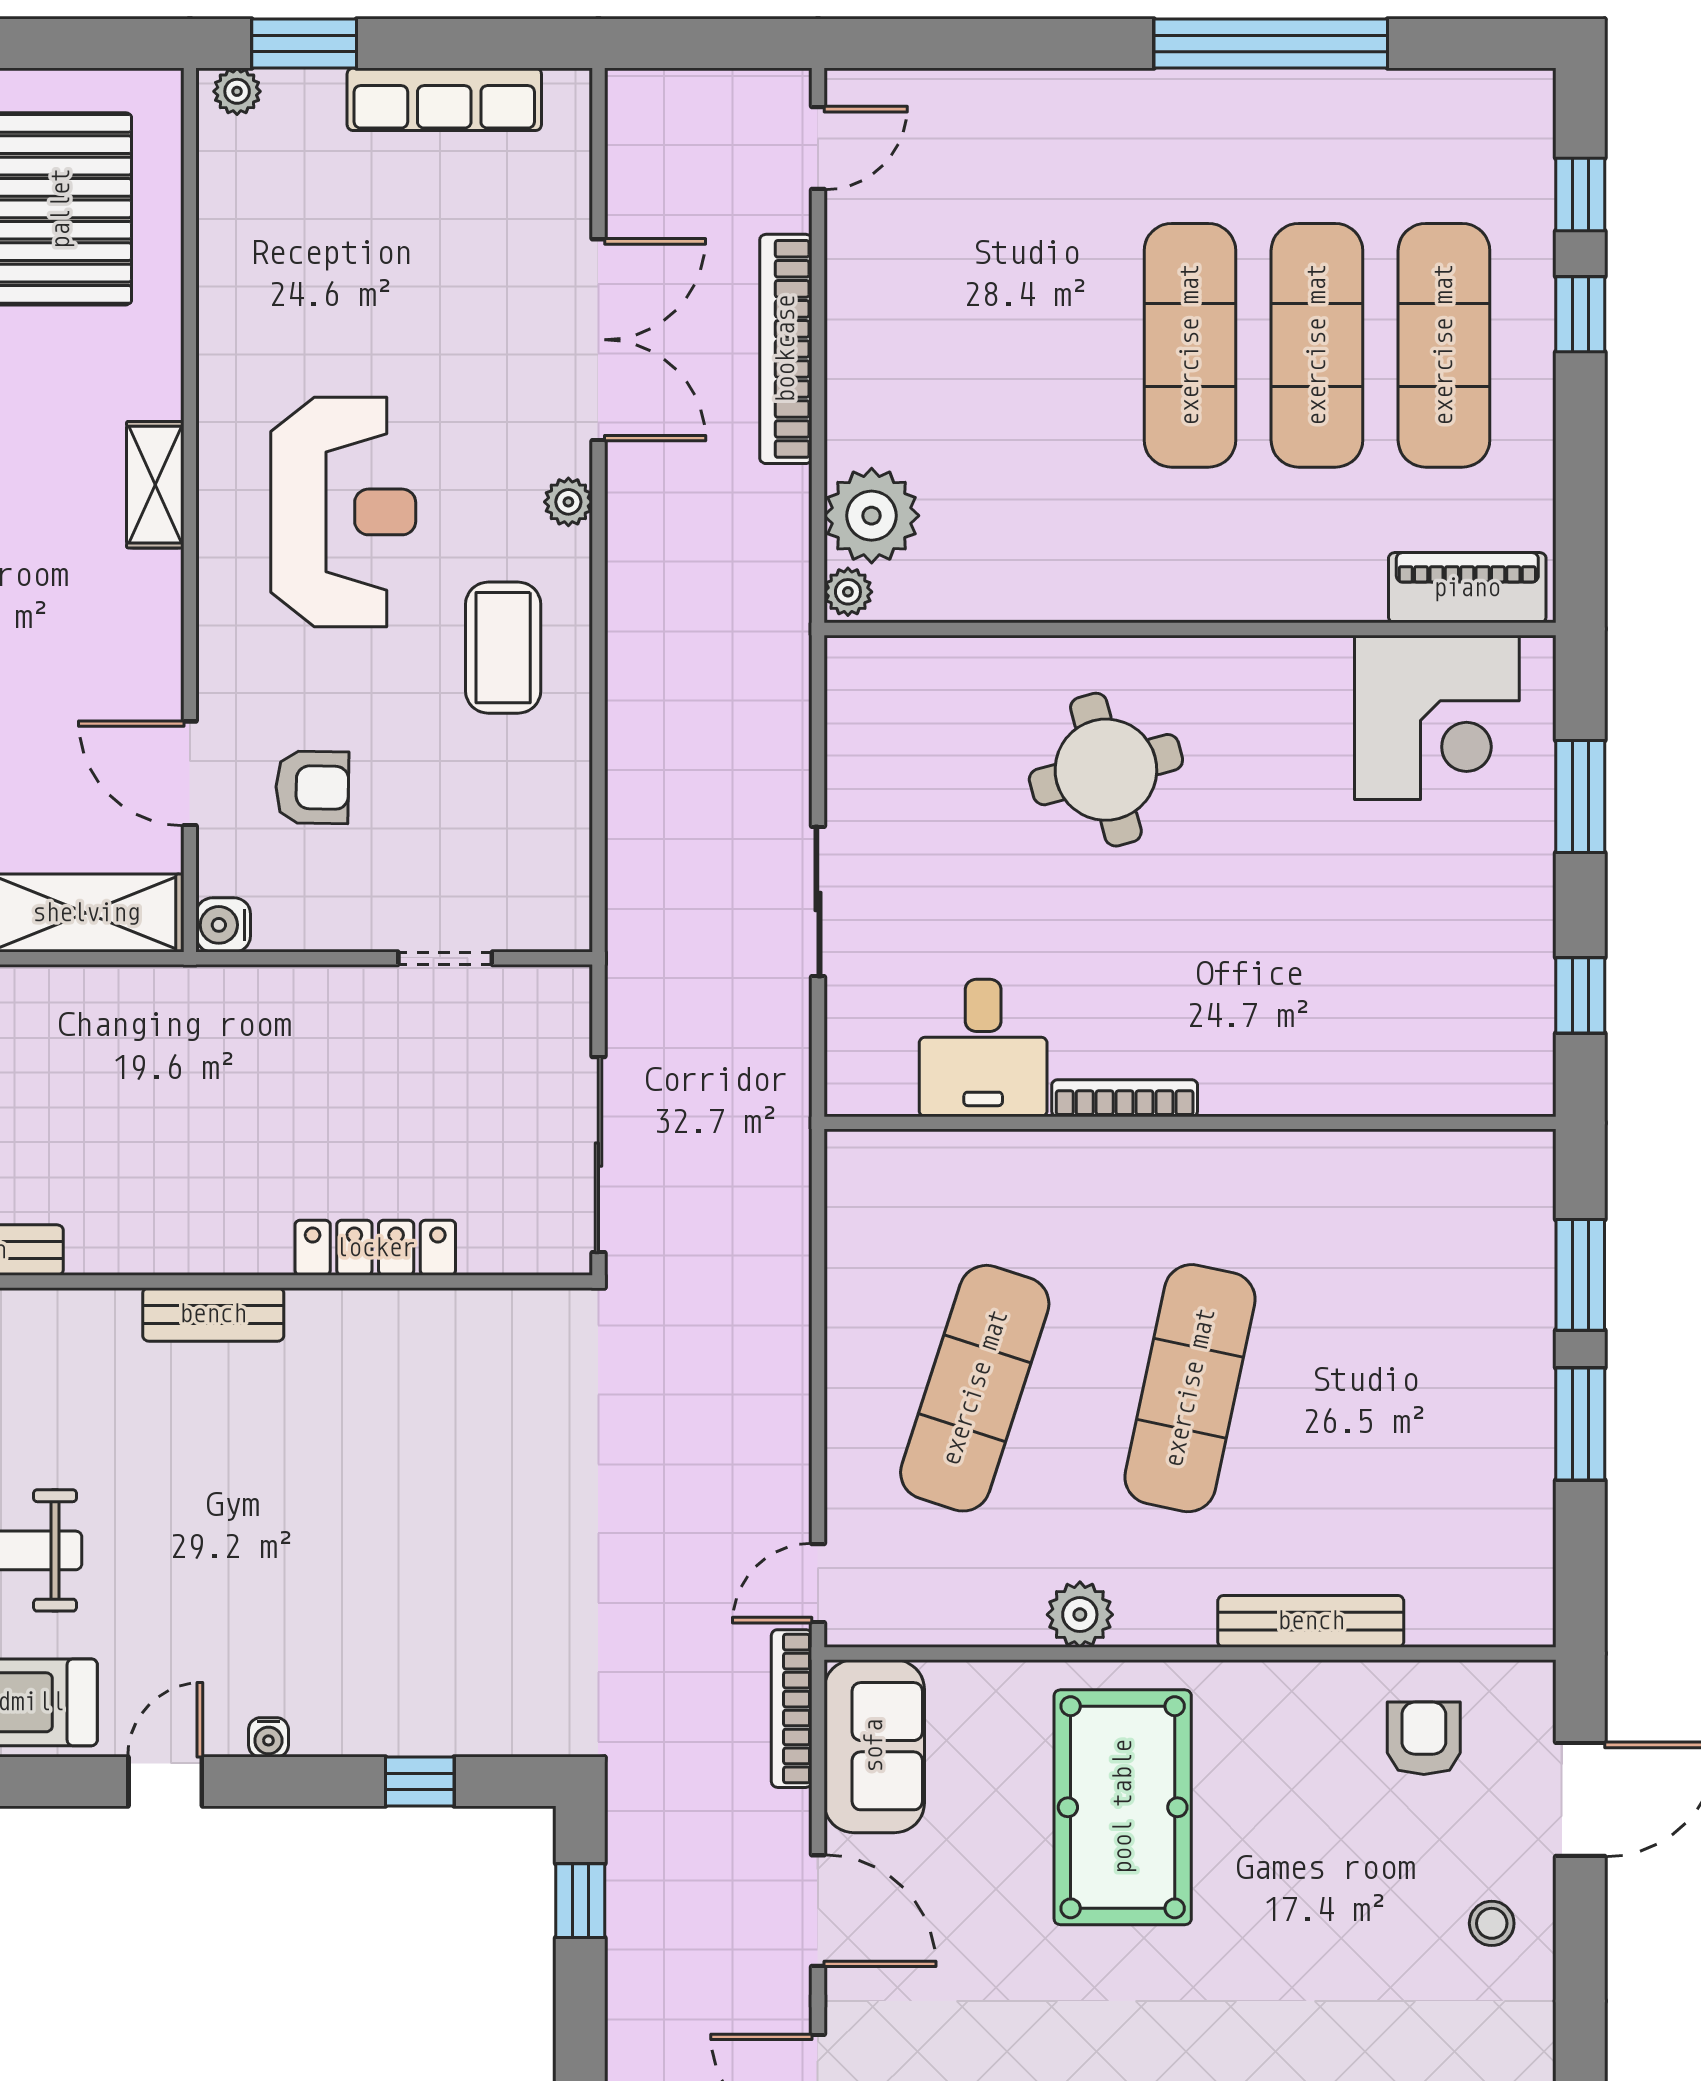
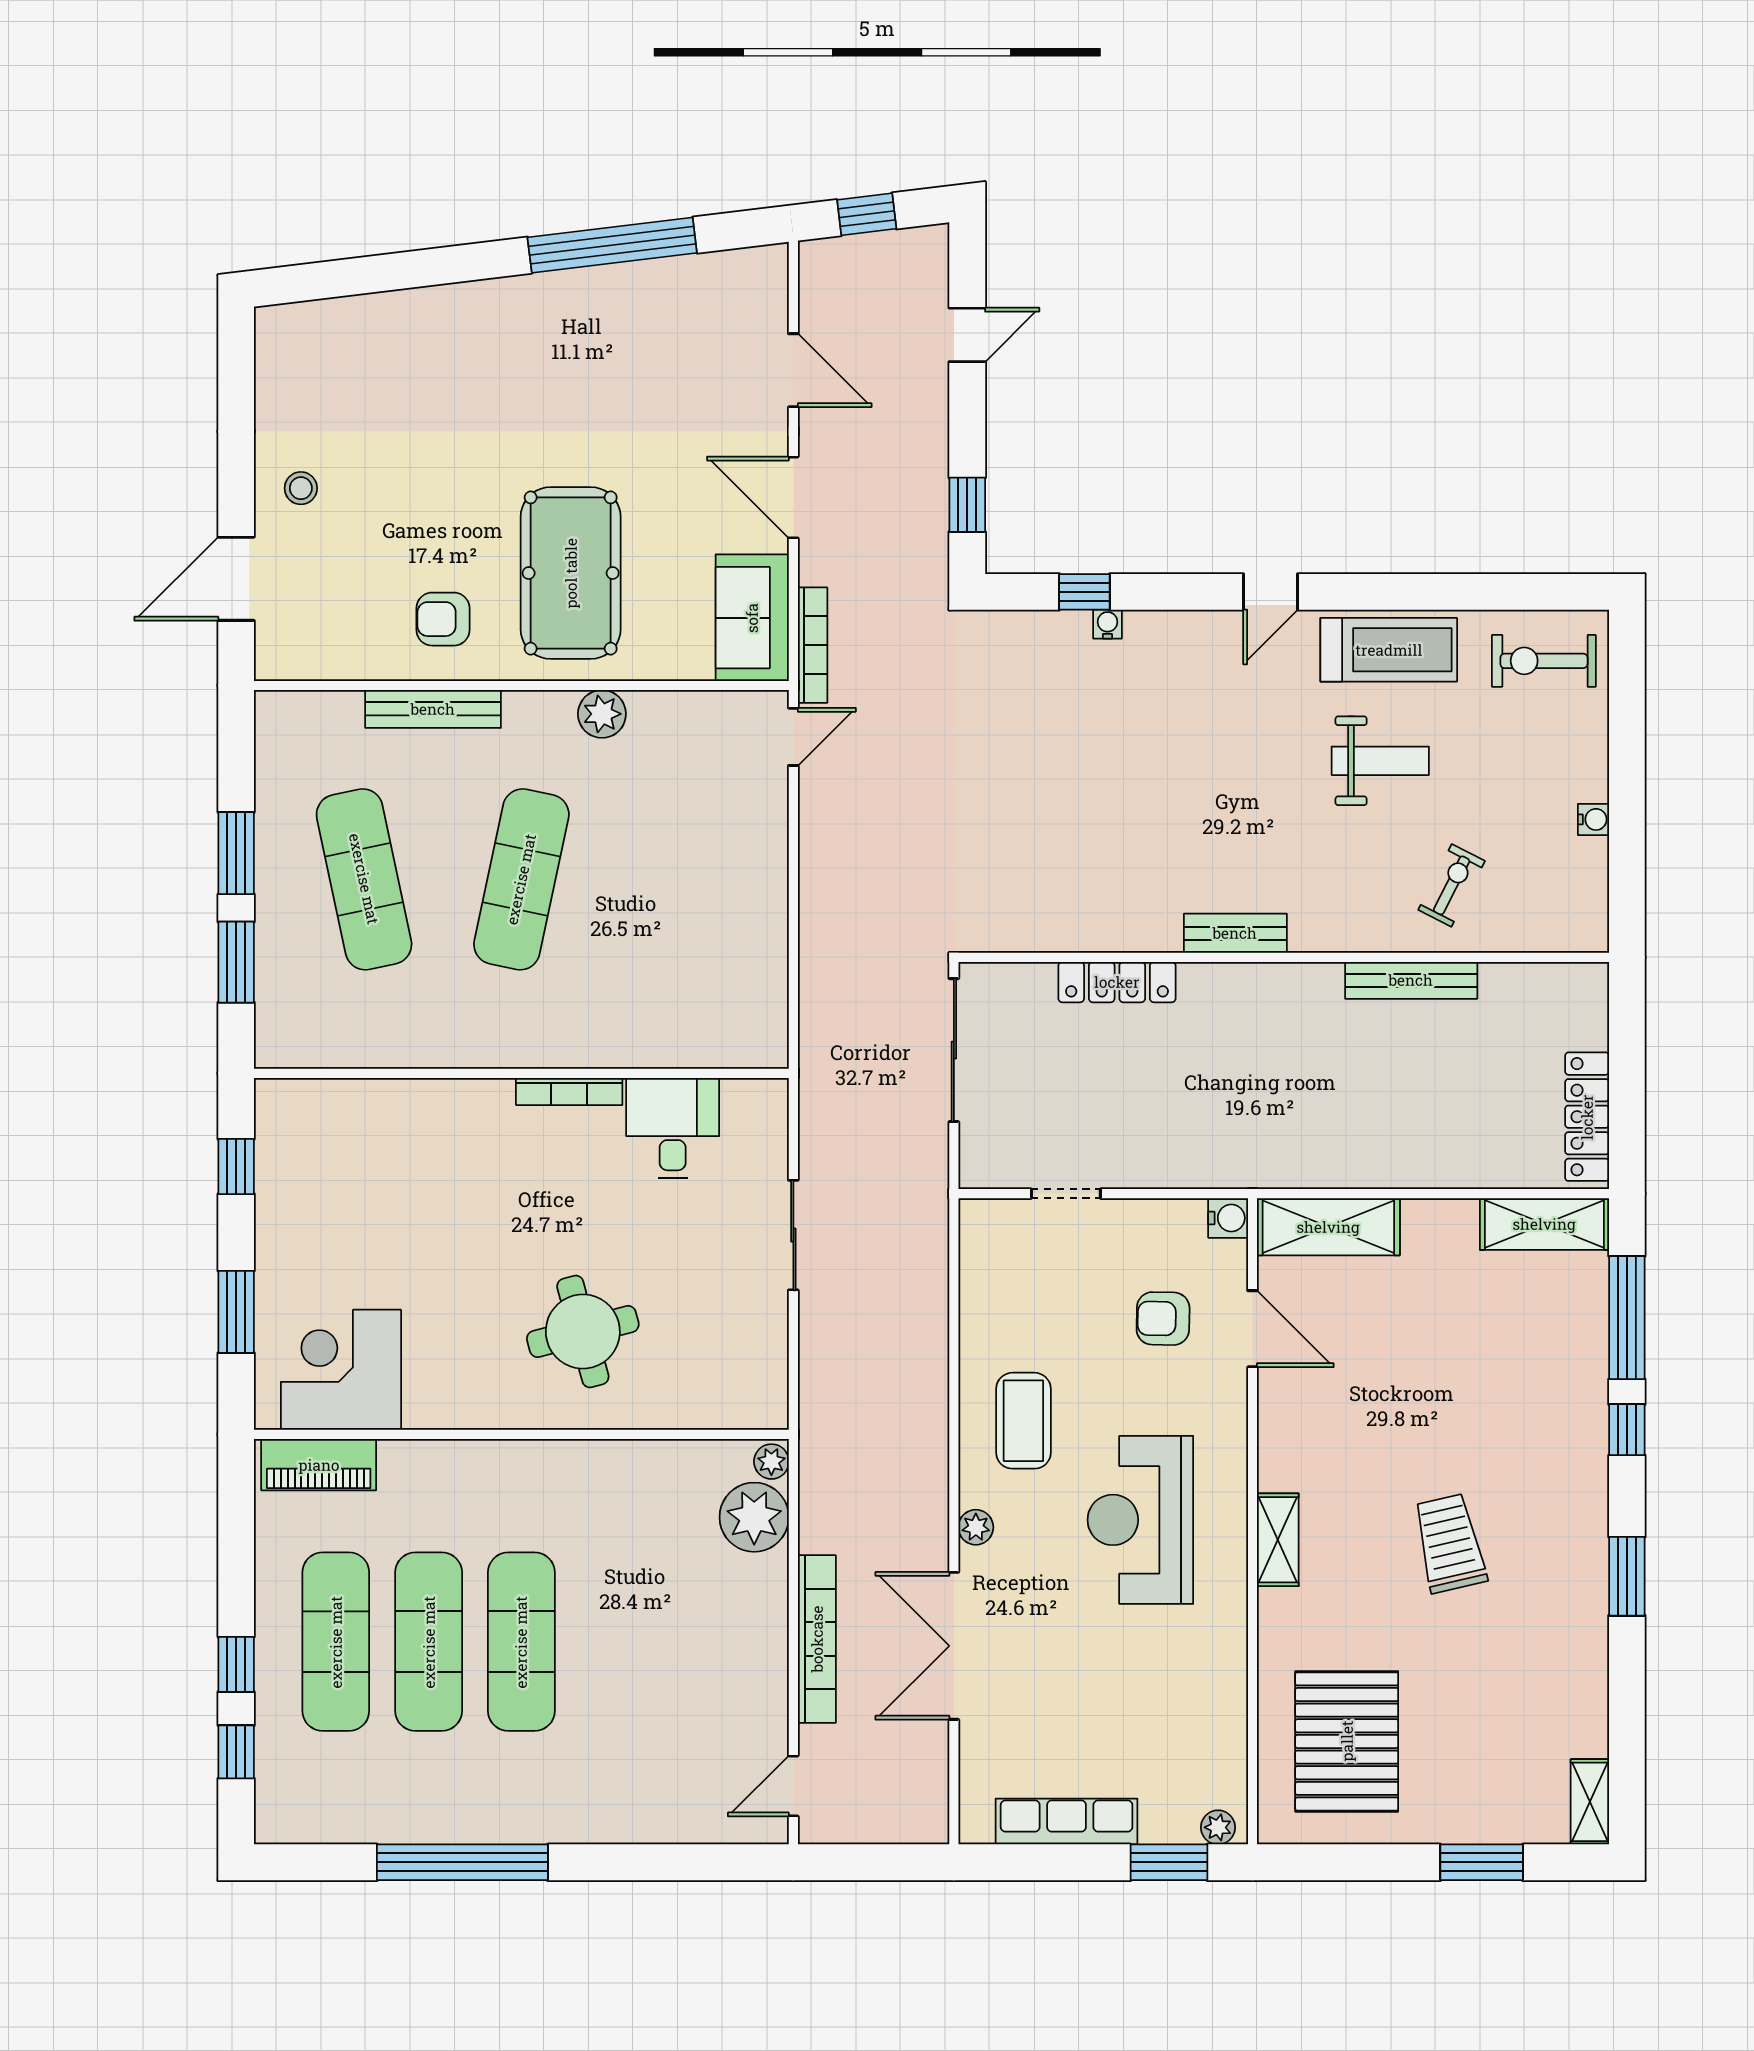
exercise mat: (975, 1388) -> (364, 879), moved, turned -30
water cooler: (268, 1737) -> (1107, 624), moved
armchair: (1424, 1738) -> (443, 619), moved, turned 90

